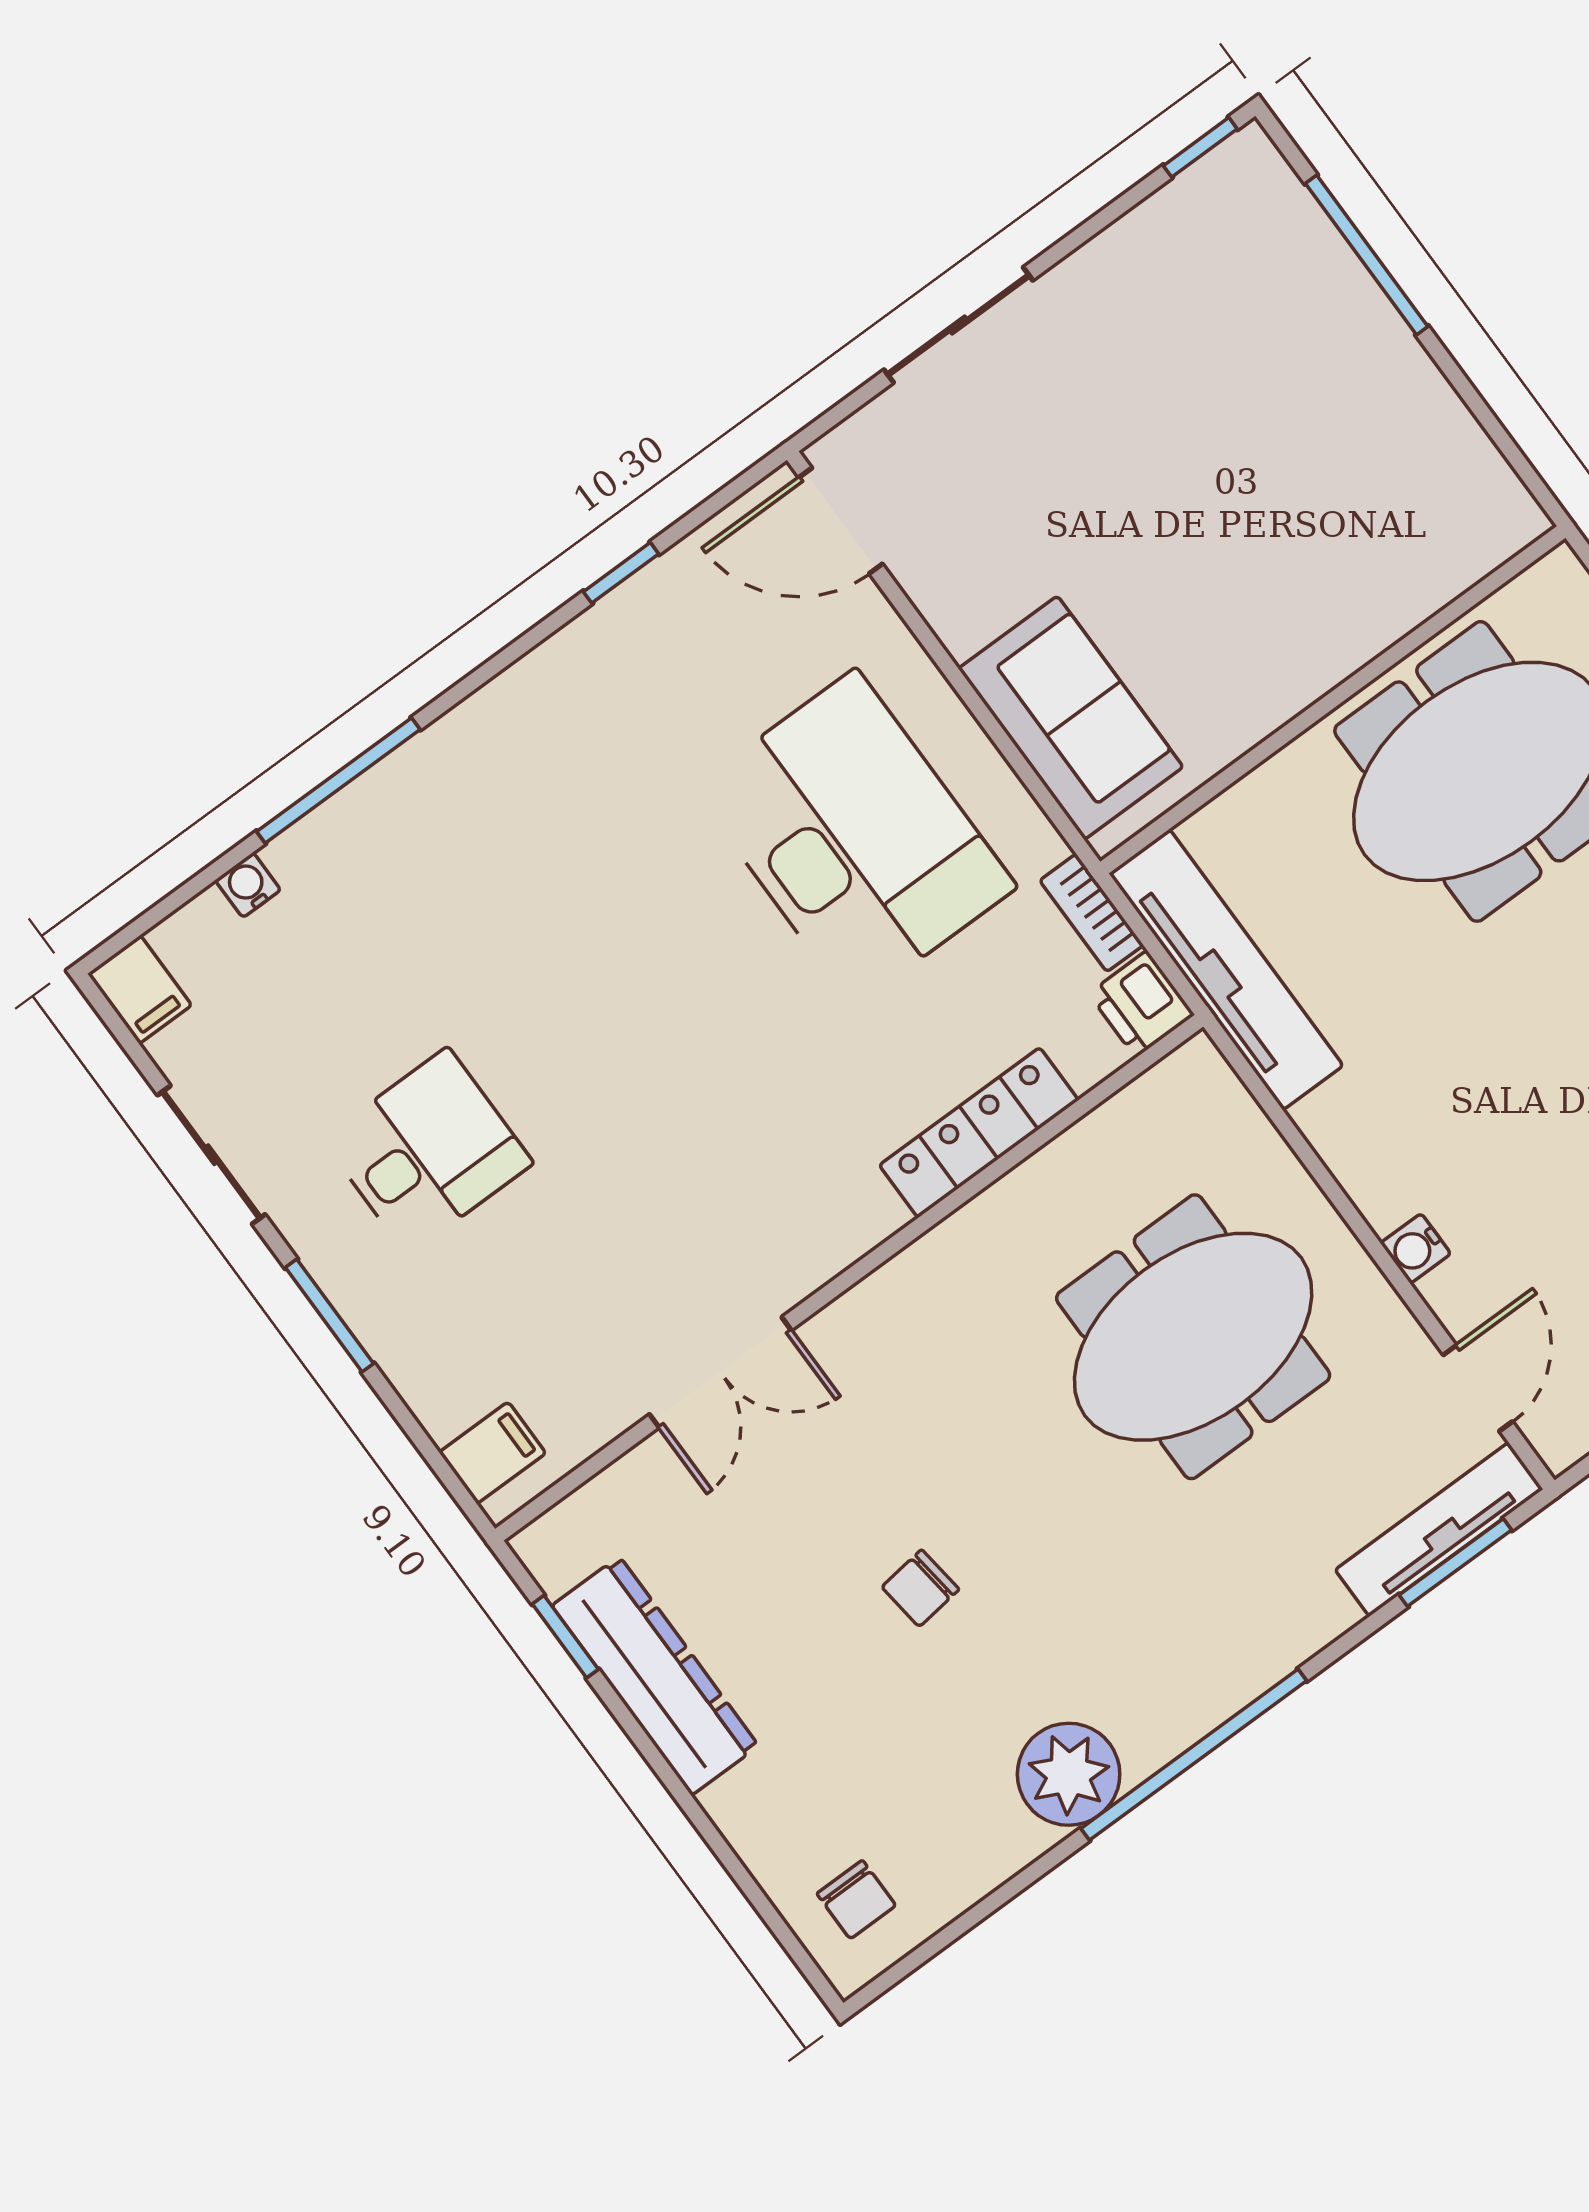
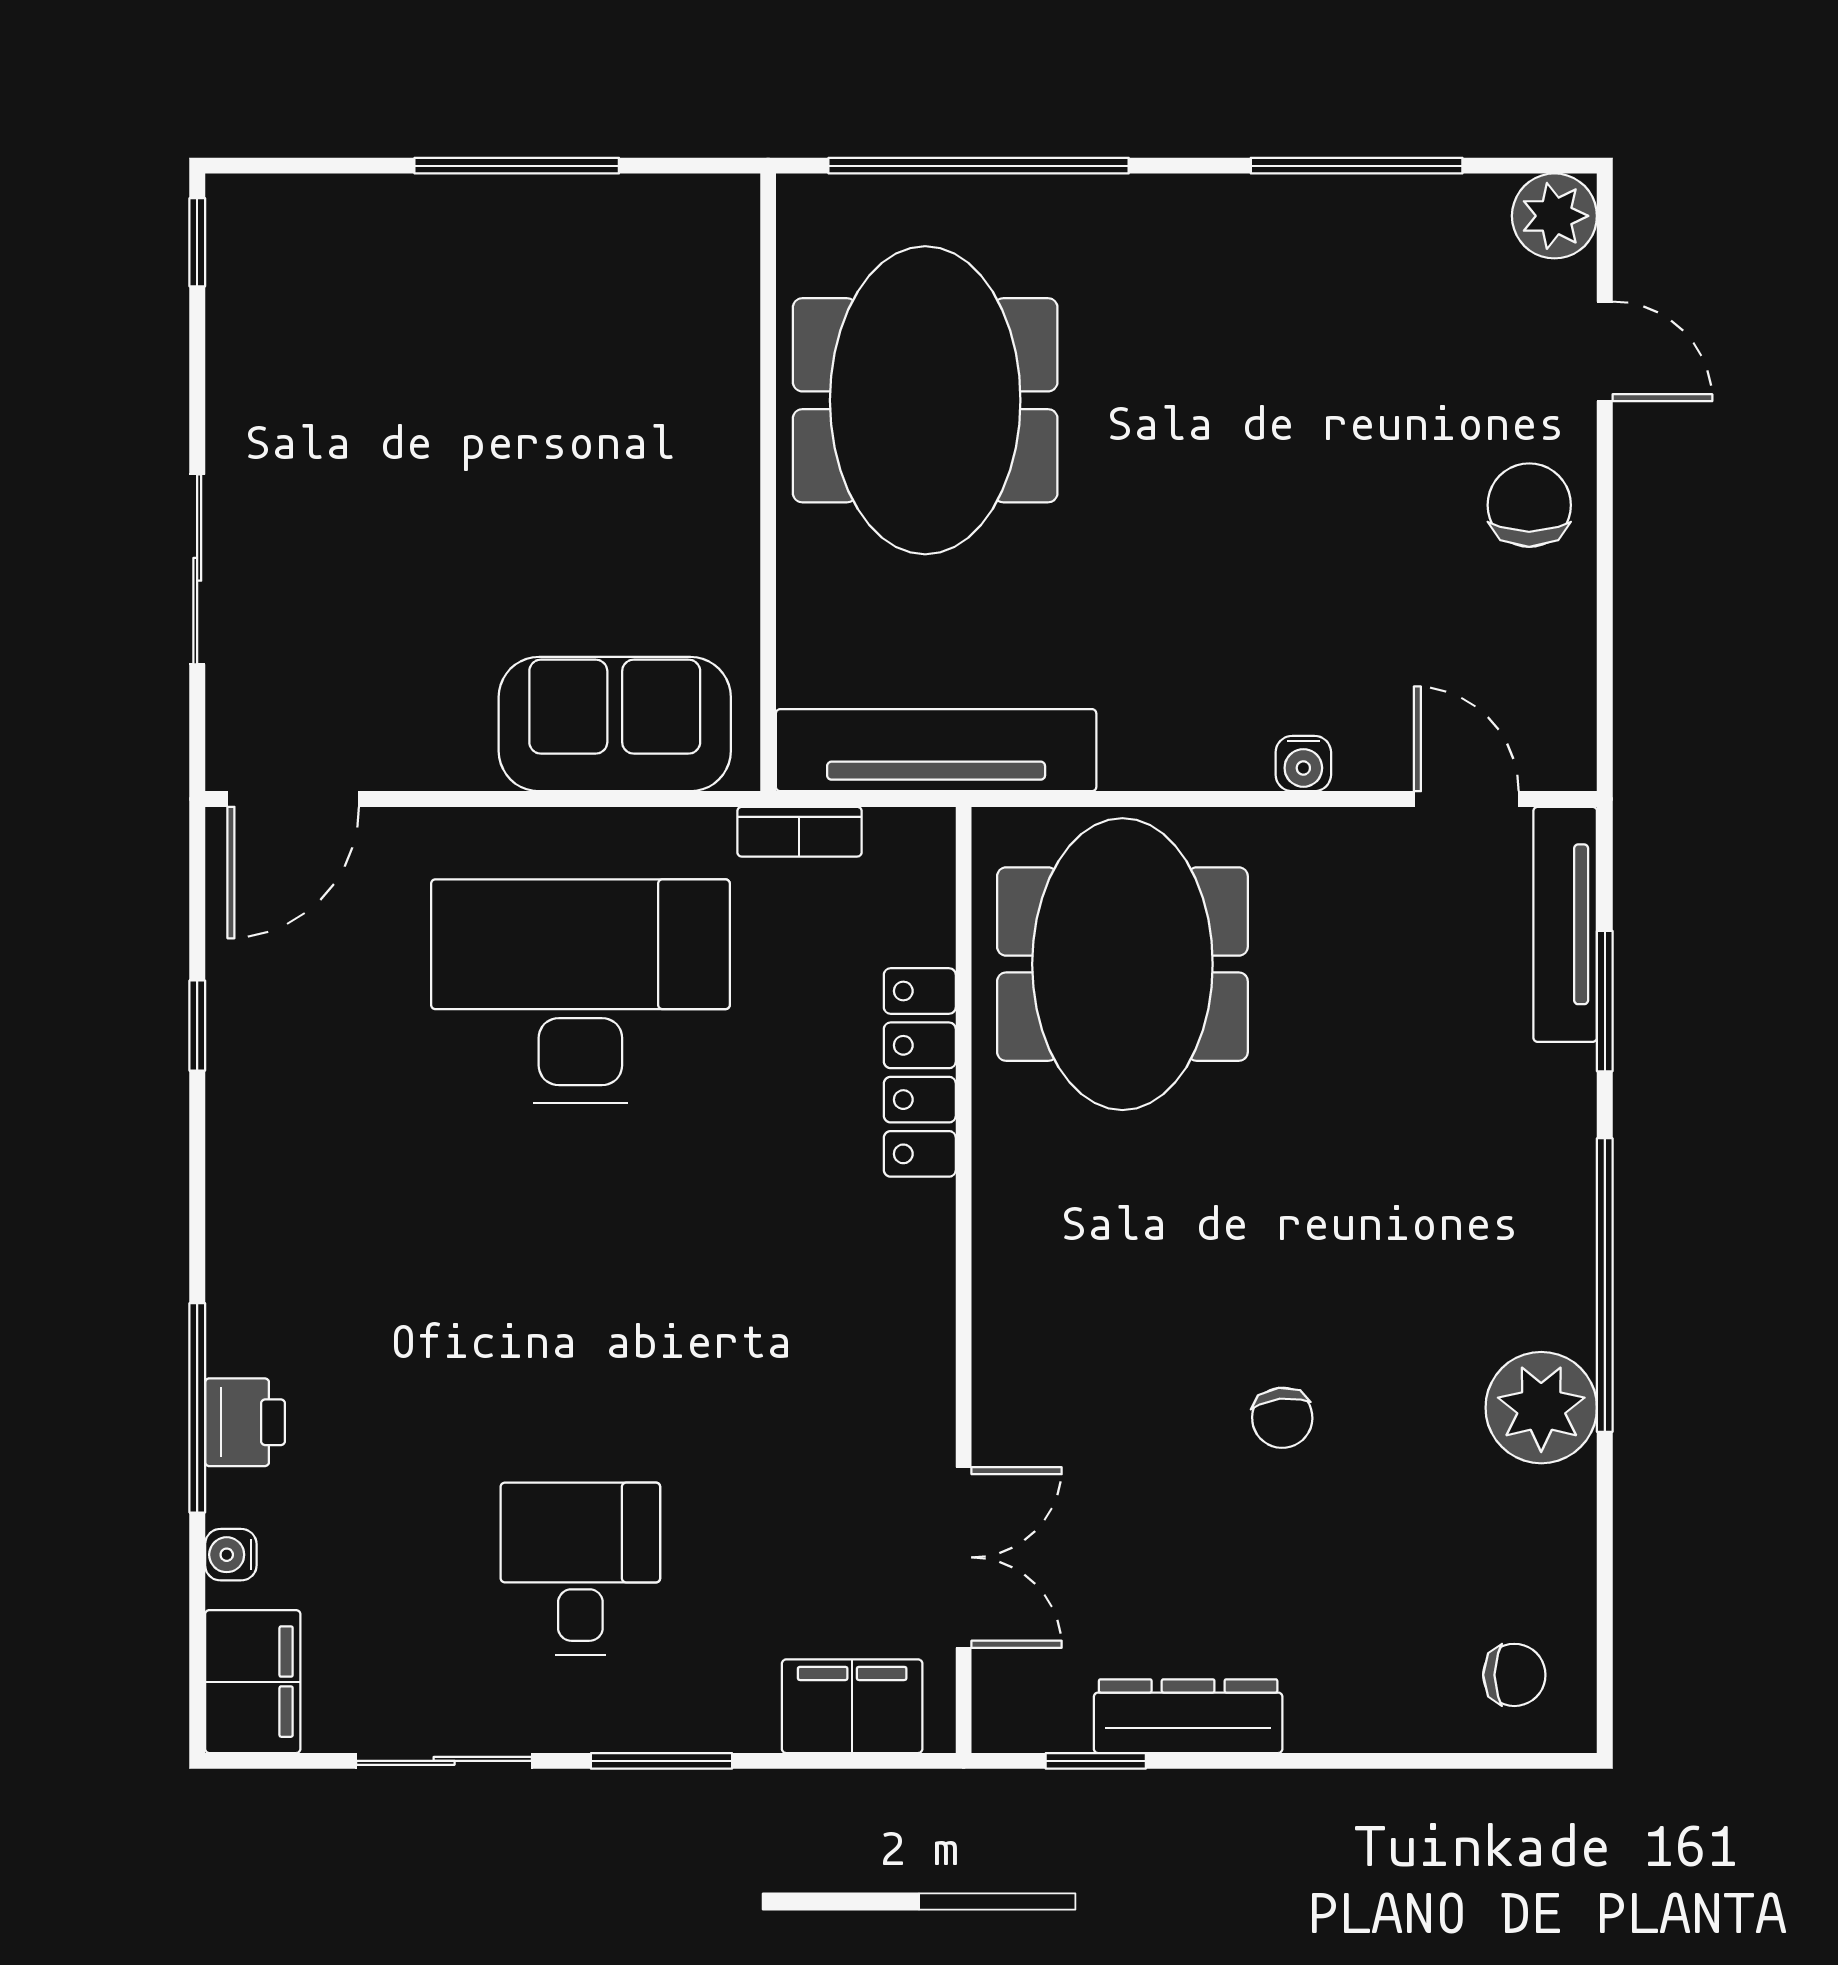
window: (1367, 255) -> (517, 166), moved
filing cabinet: (140, 990) -> (253, 1682), width x2.00
printer: (1141, 1004) -> (245, 1422), moved, turned -90
meeting table: (1193, 1337) -> (1122, 964), moved
double door: (720, 1372) -> (964, 1557), moved
filing cabinet: (492, 1453) -> (852, 1706), width x2.00
window: (1455, 1562) -> (1605, 1001), moved
dresser: (655, 1676) -> (1188, 1716), width x0.73, depth x0.80

